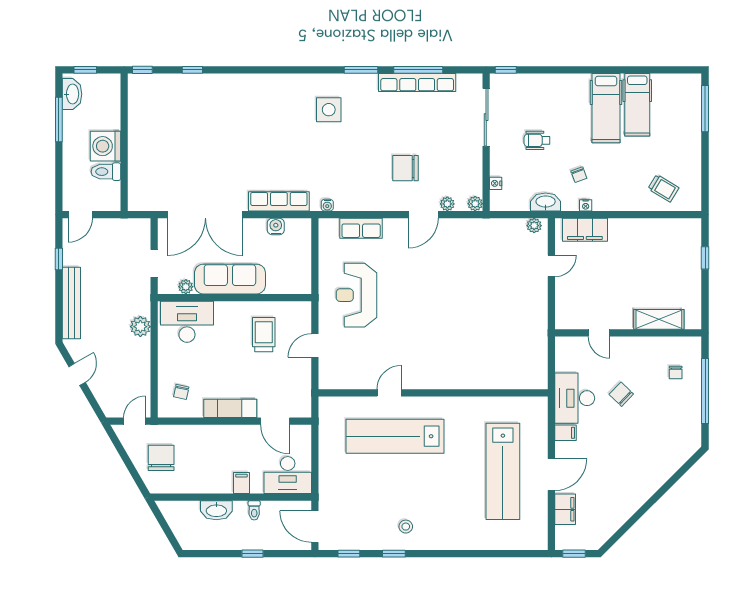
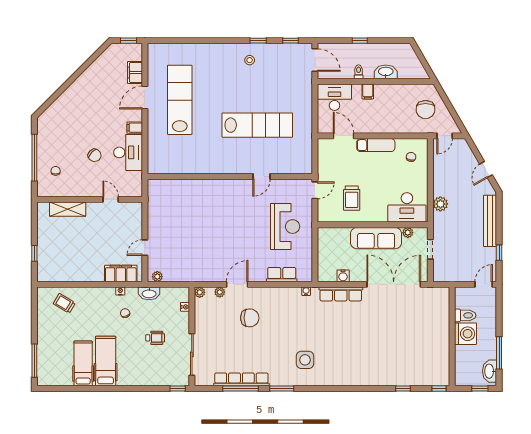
door: (389, 393) -> (262, 177), moved
wall: (433, 393) -> (230, 177), moved

